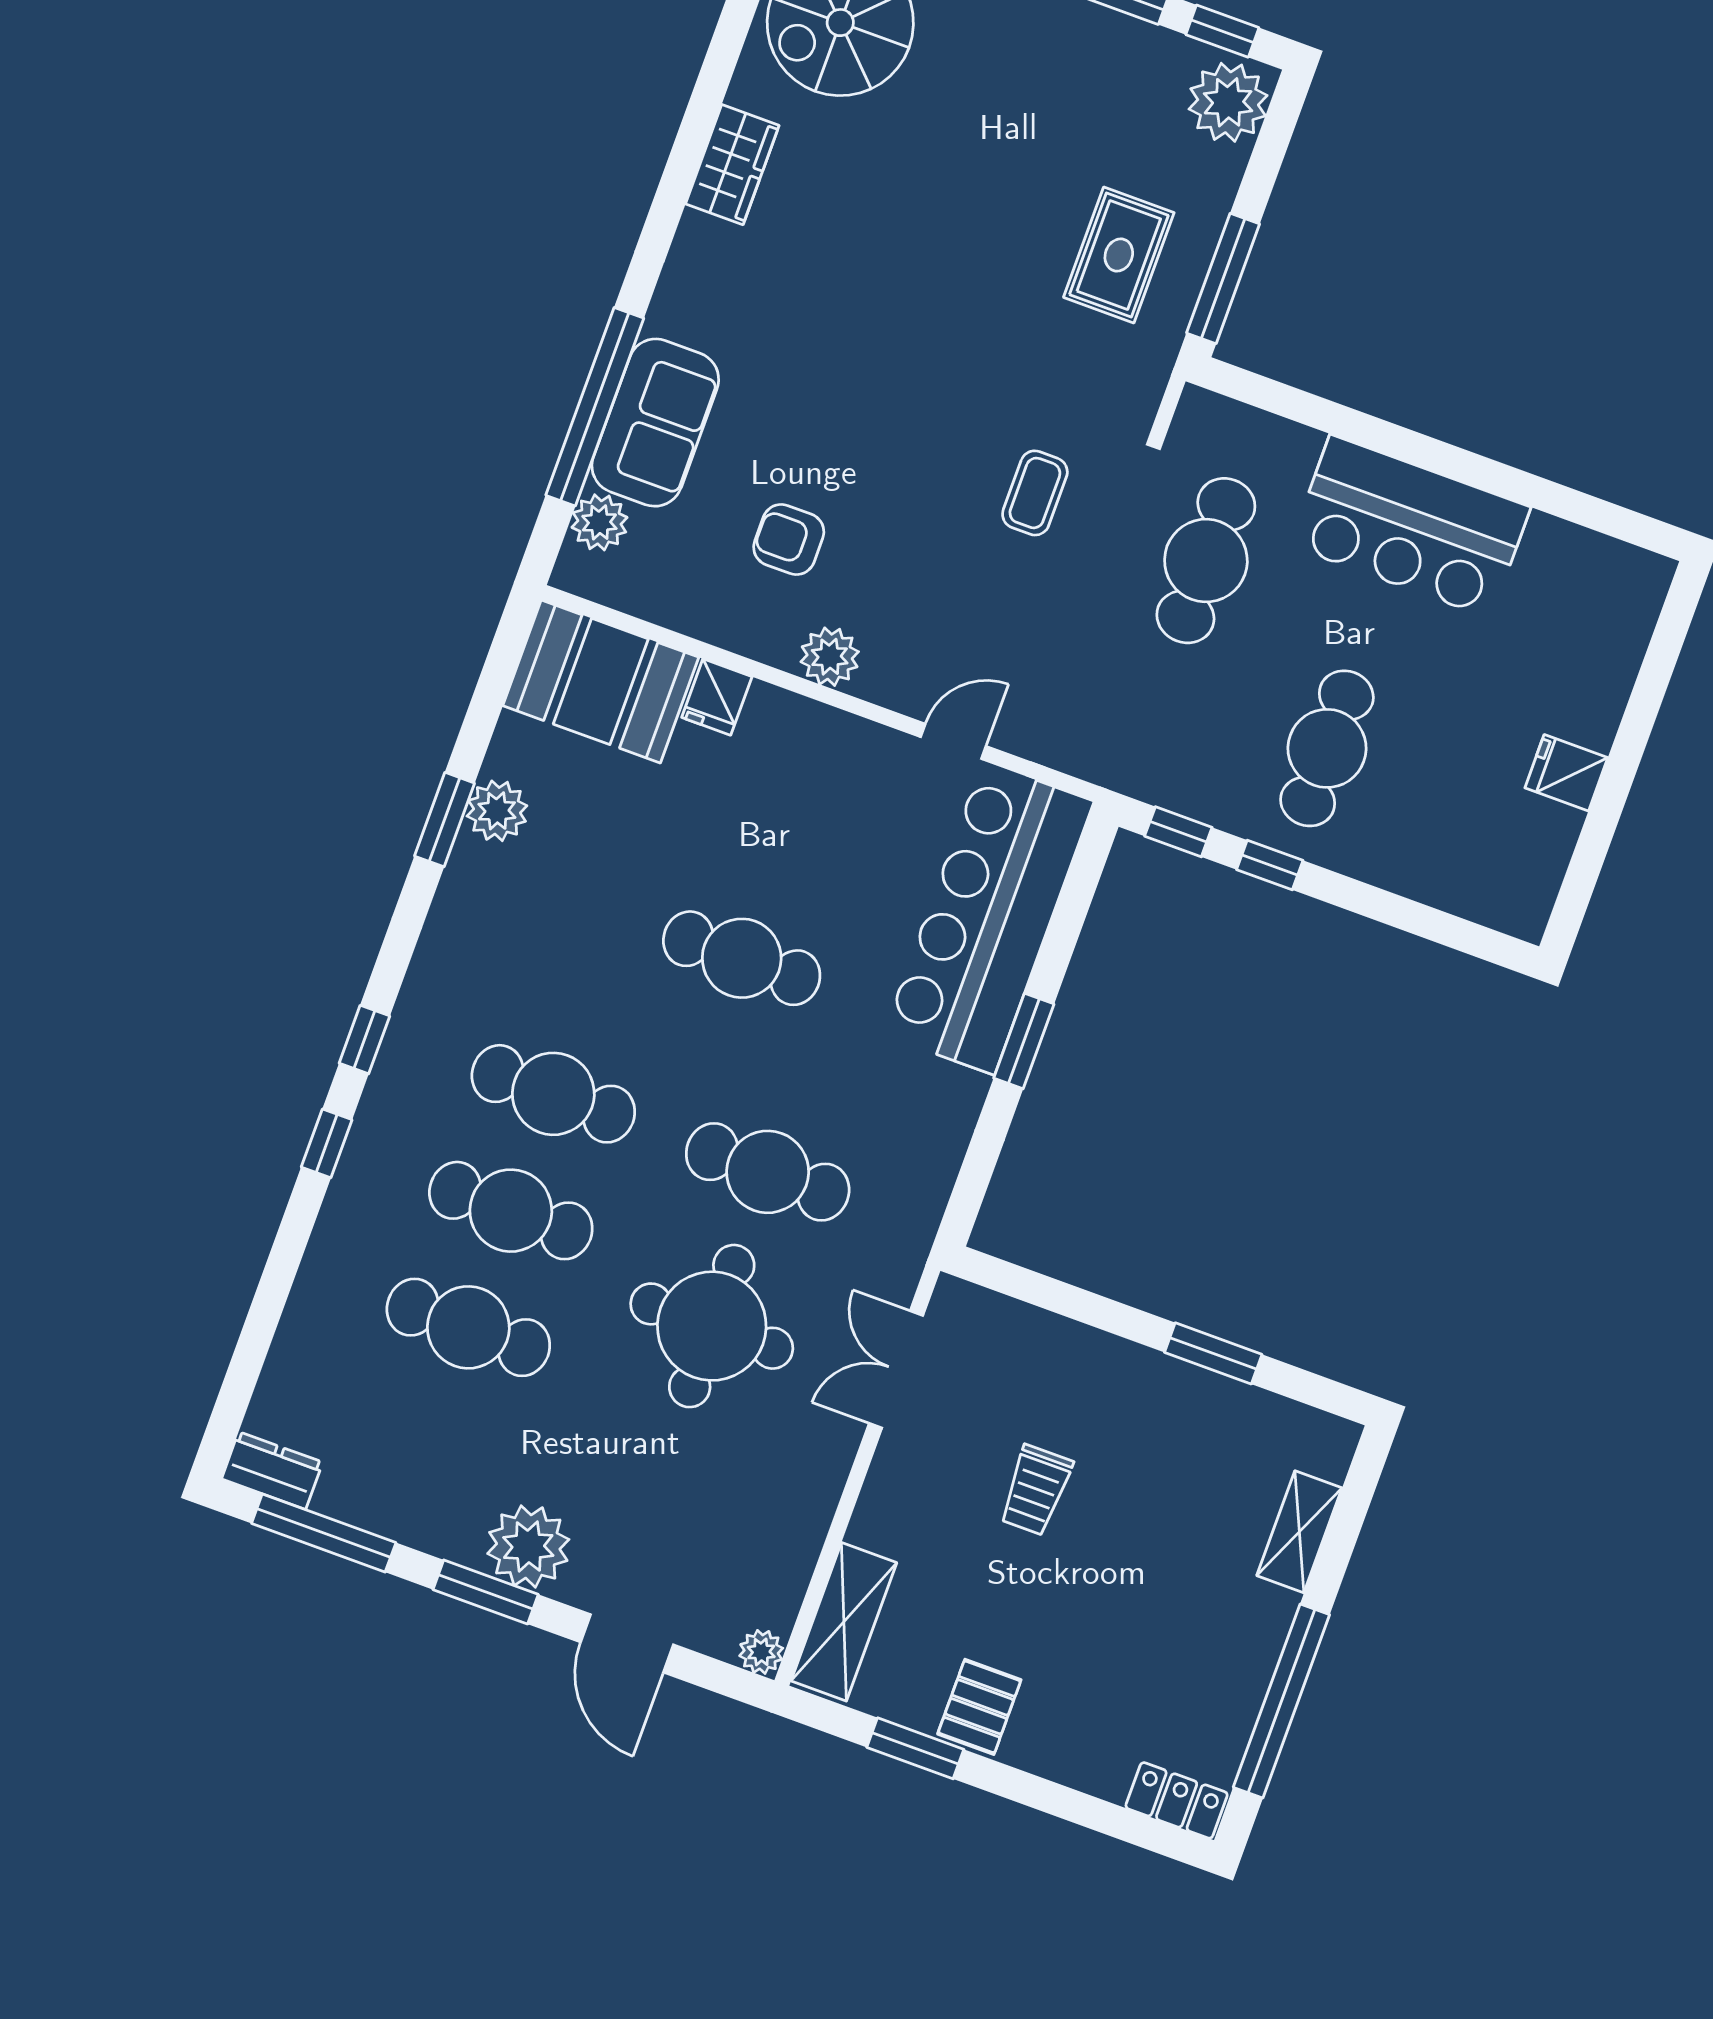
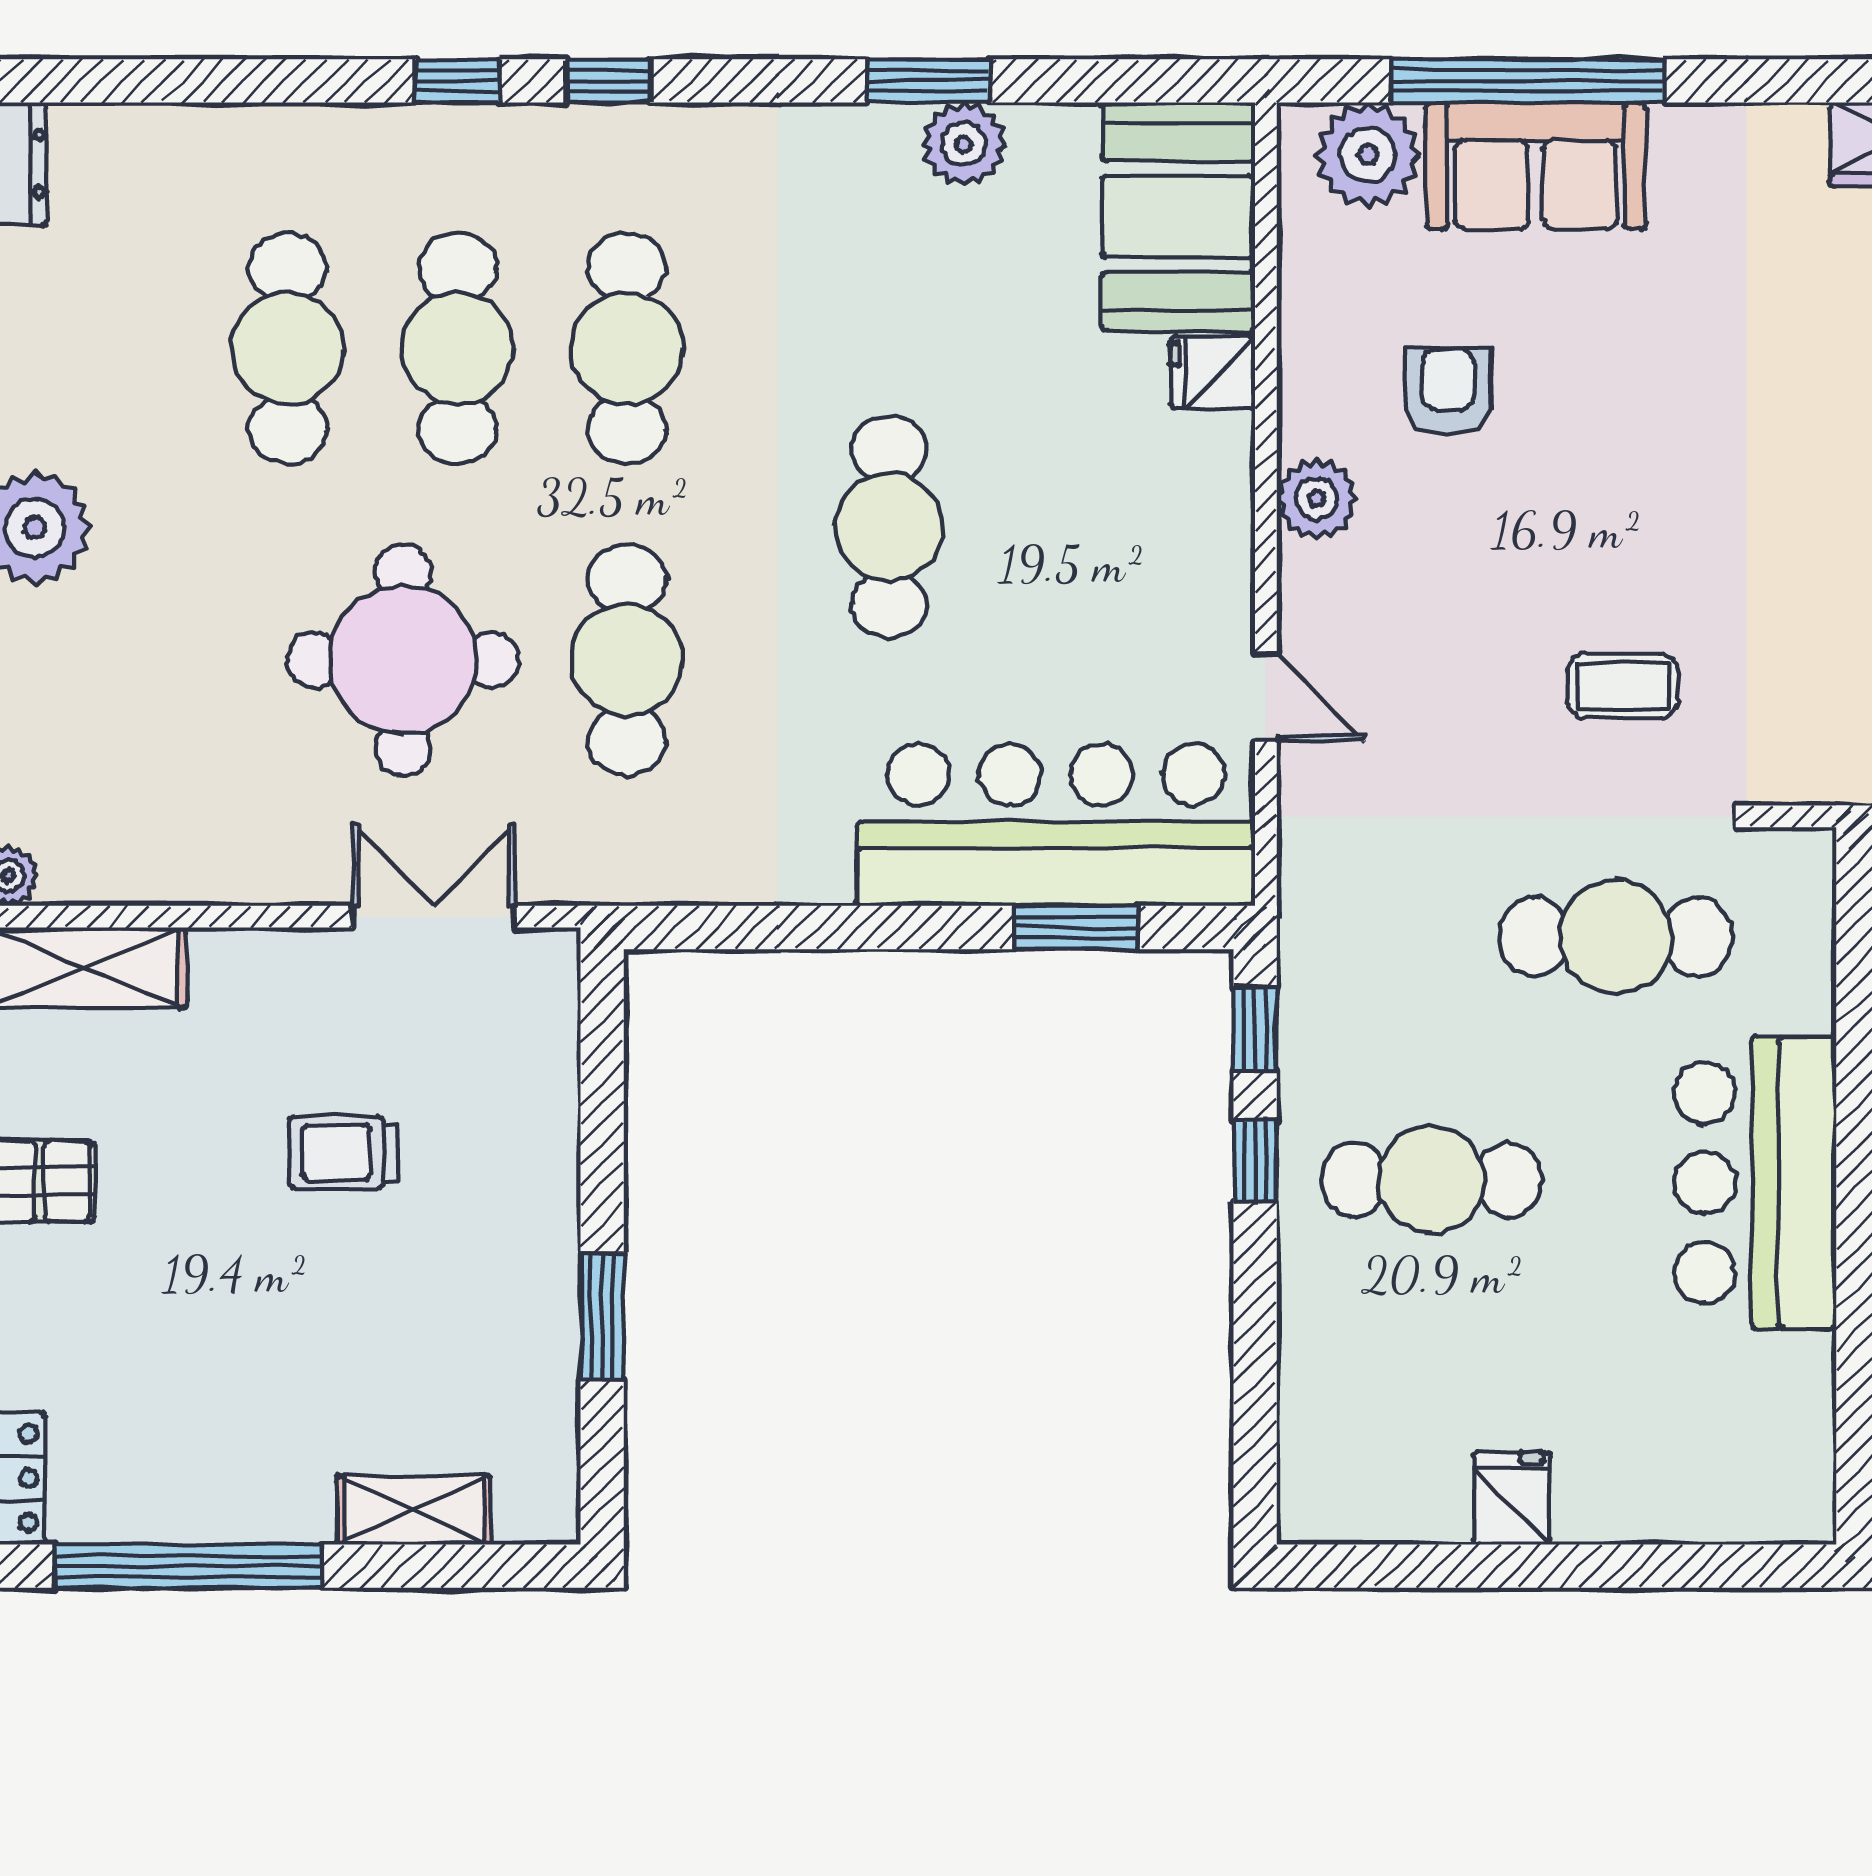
plant: (599, 522) -> (1368, 155), width x1.36, depth x1.36
window: (1024, 1041) -> (1076, 927), moved

